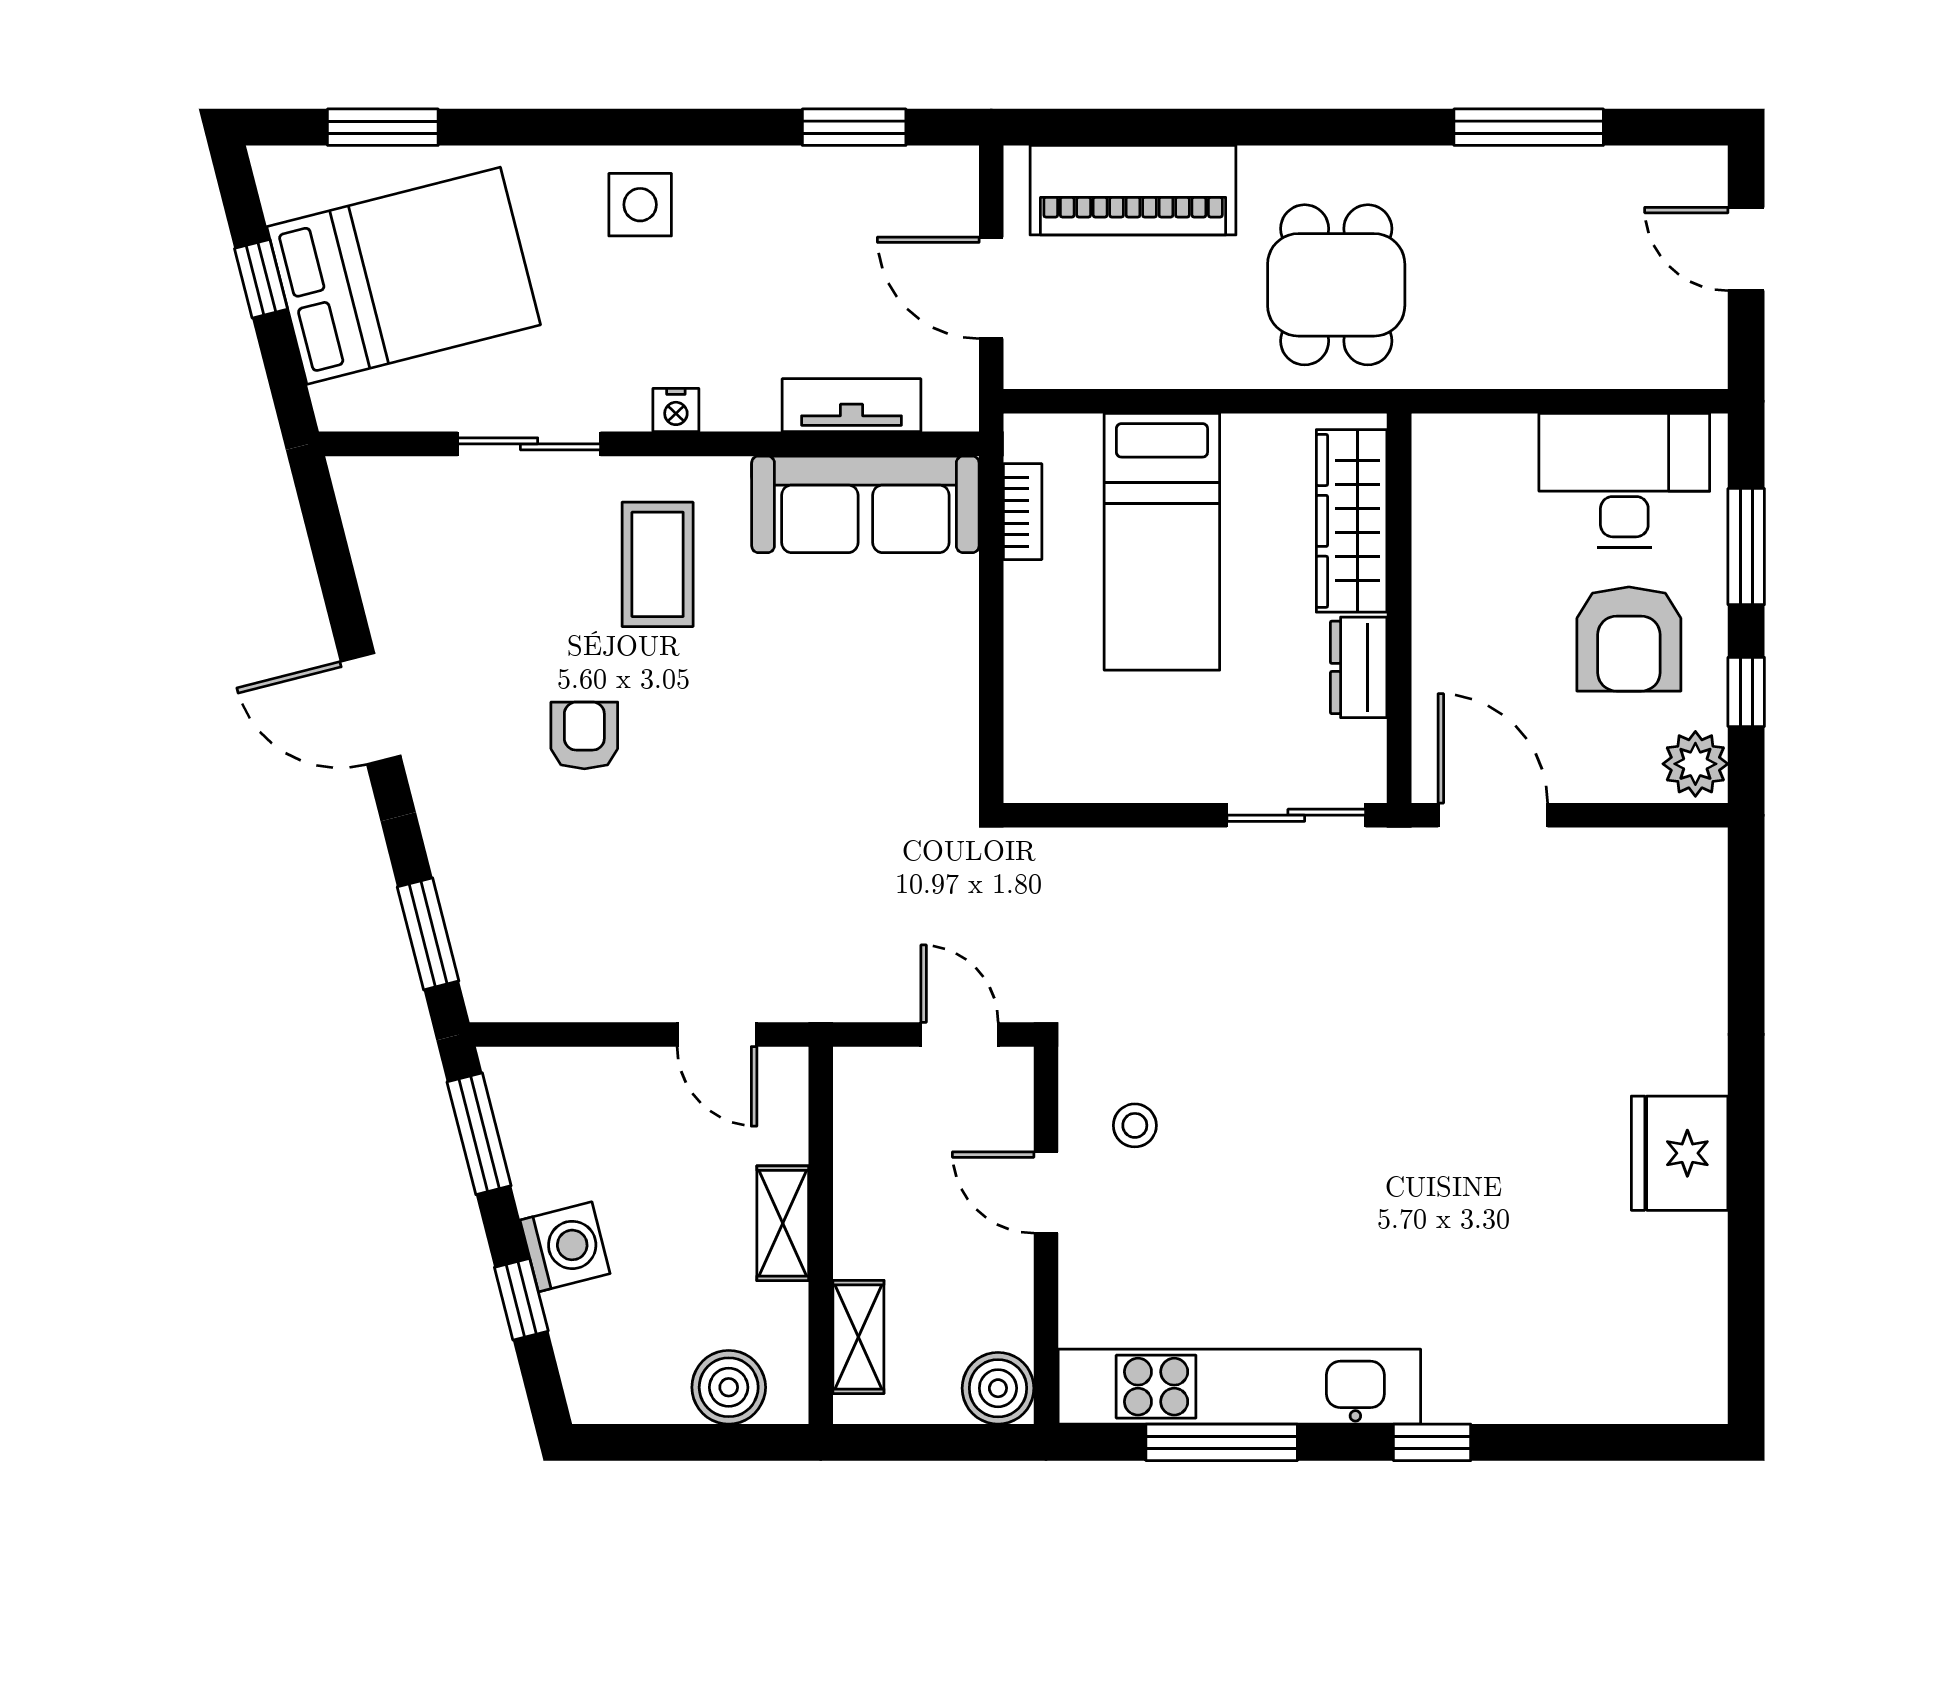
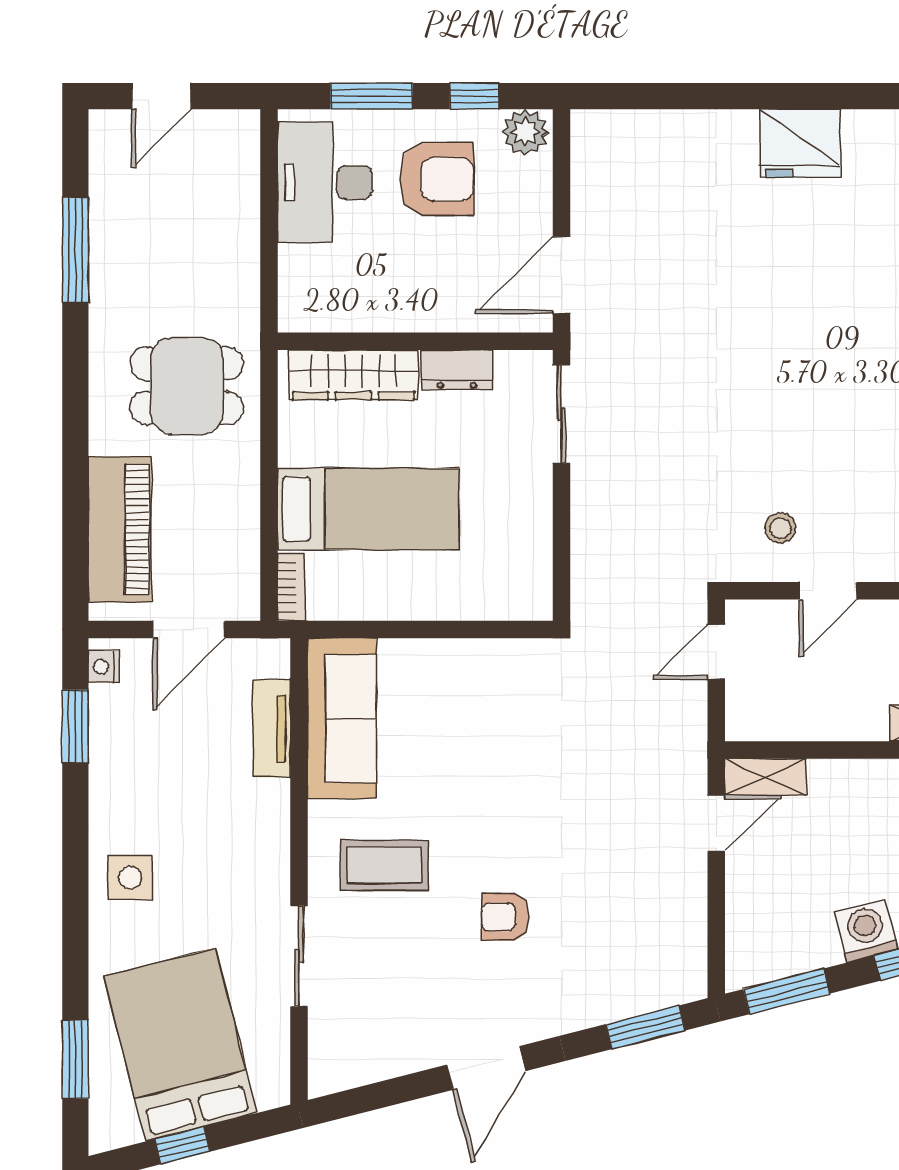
nightstand: (676, 410) -> (104, 667), moved, turned 180
bookcase: (1023, 512) -> (291, 587), moved, turned 90
shelving: (783, 1223) -> (765, 777), moved

